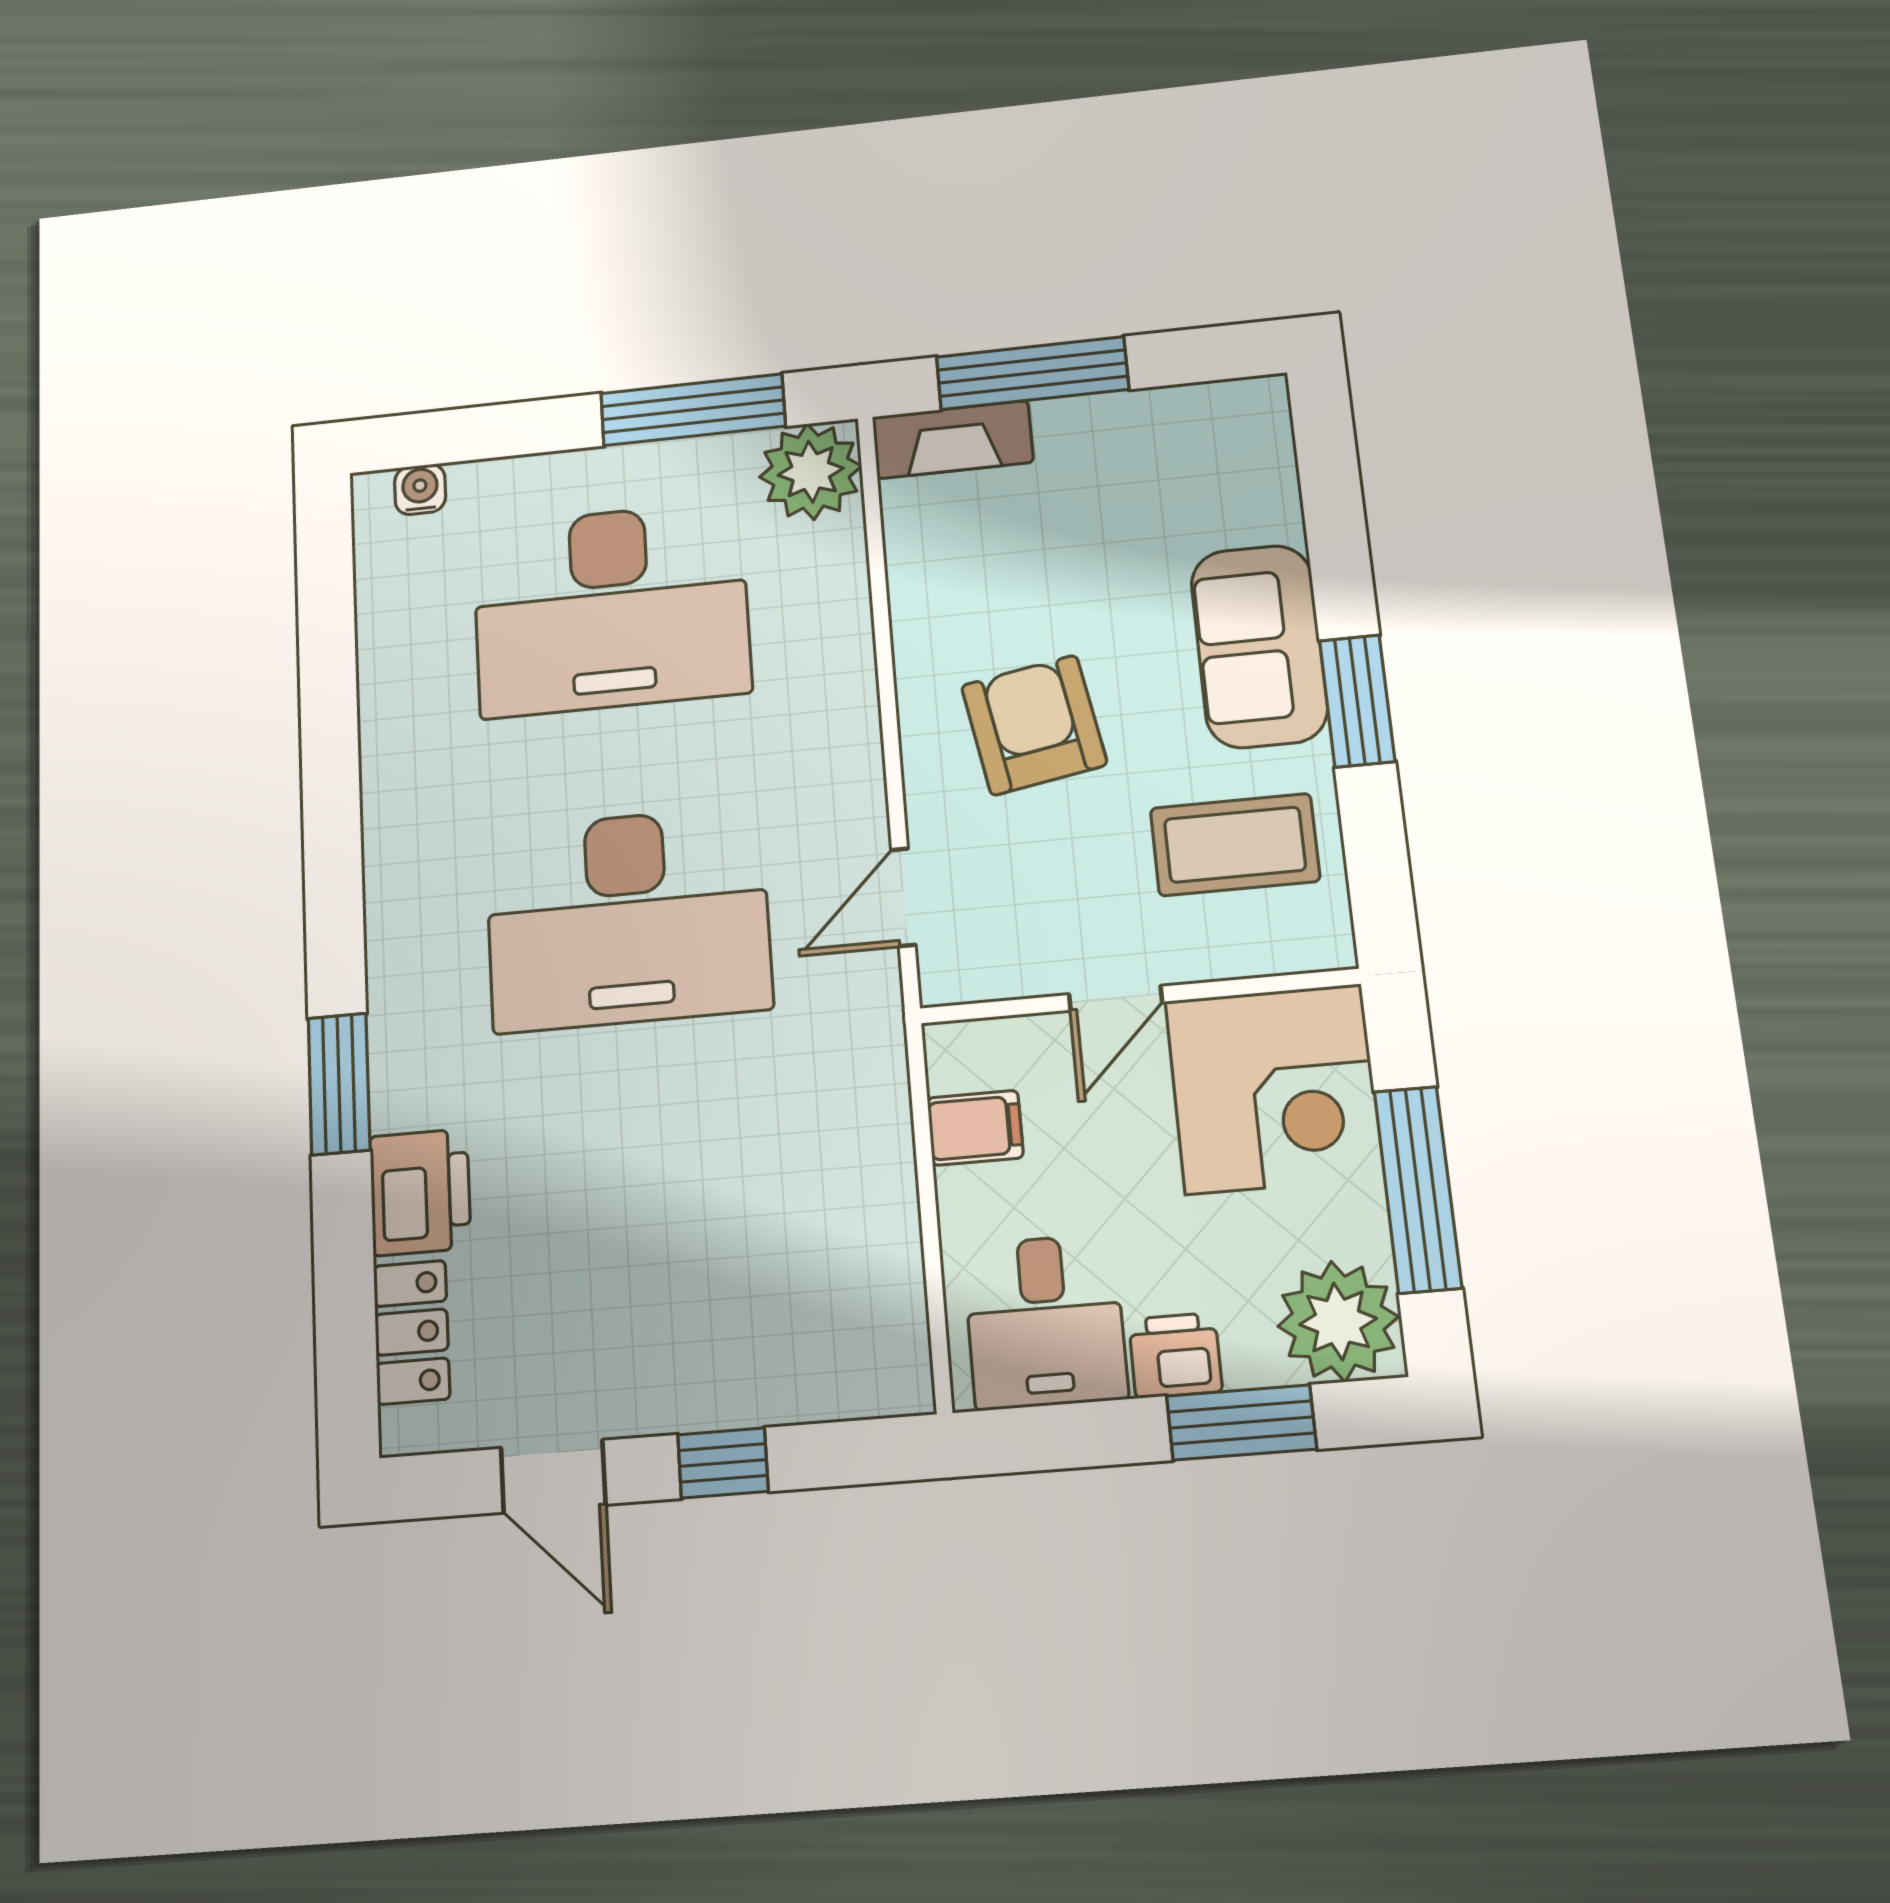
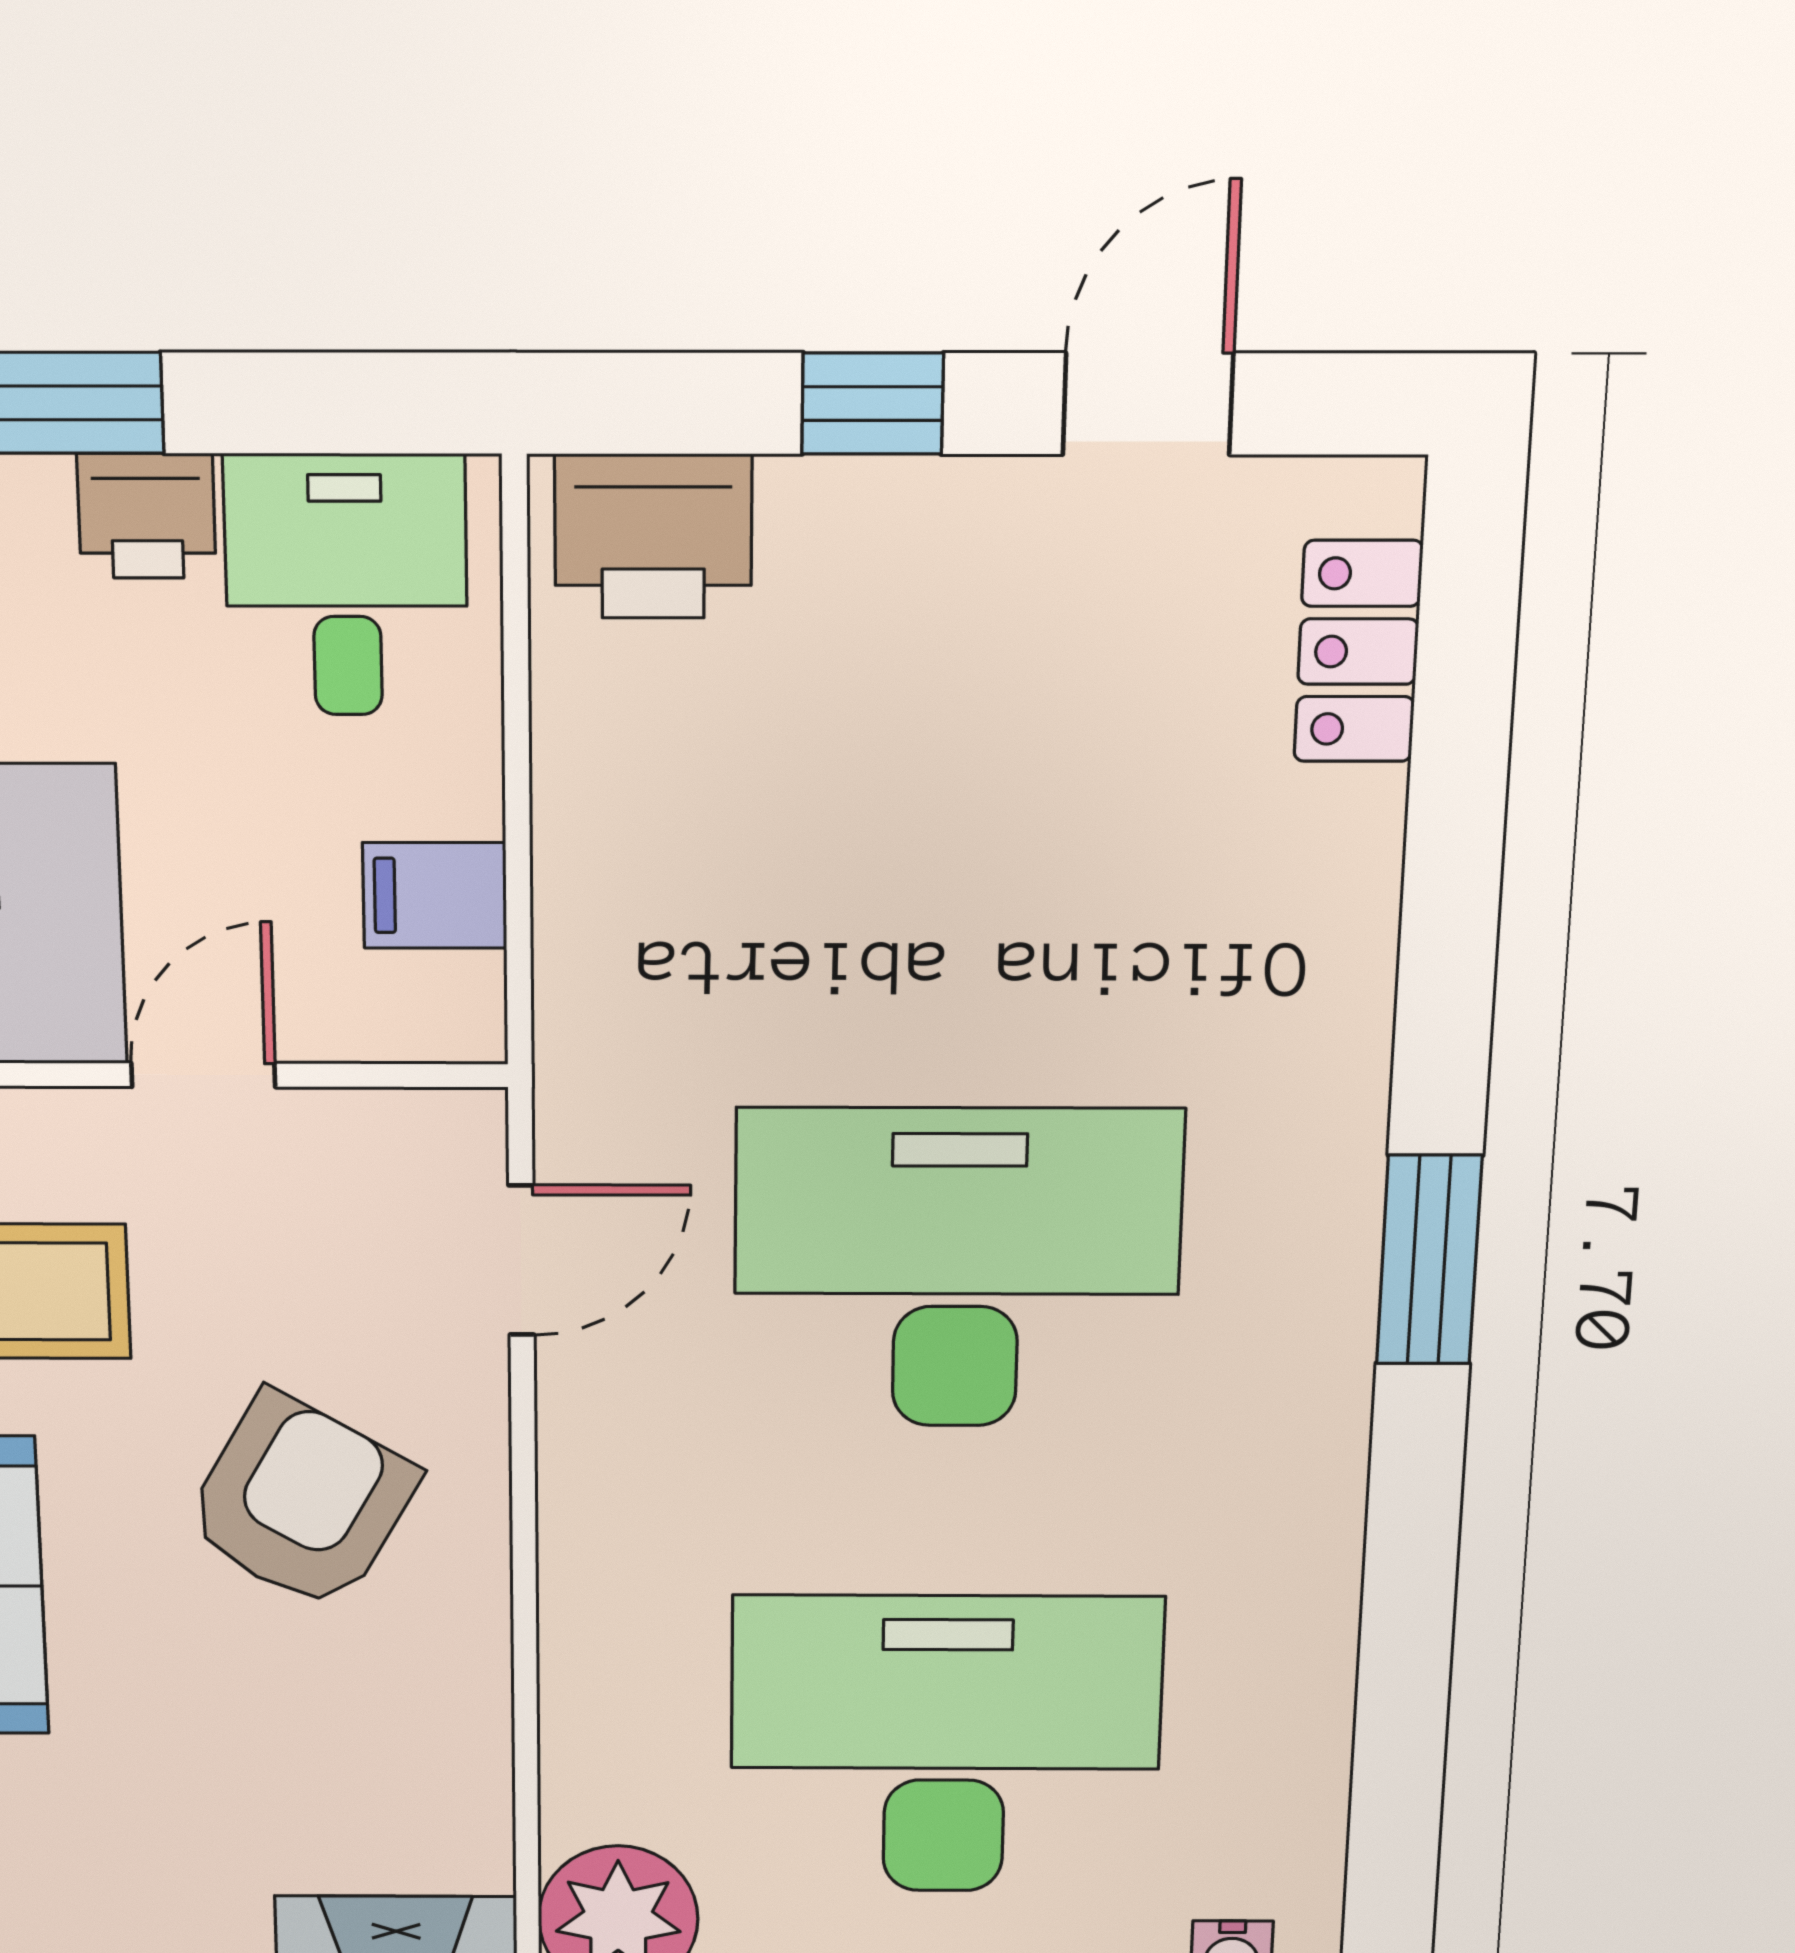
armchair: (1034, 725) -> (301, 1502), turned -140
window: (339, 1084) -> (1429, 1260), moved
printer: (420, 1192) -> (653, 536), moved, turned -90
door: (553, 1476) -> (1148, 404), hinge flipped

